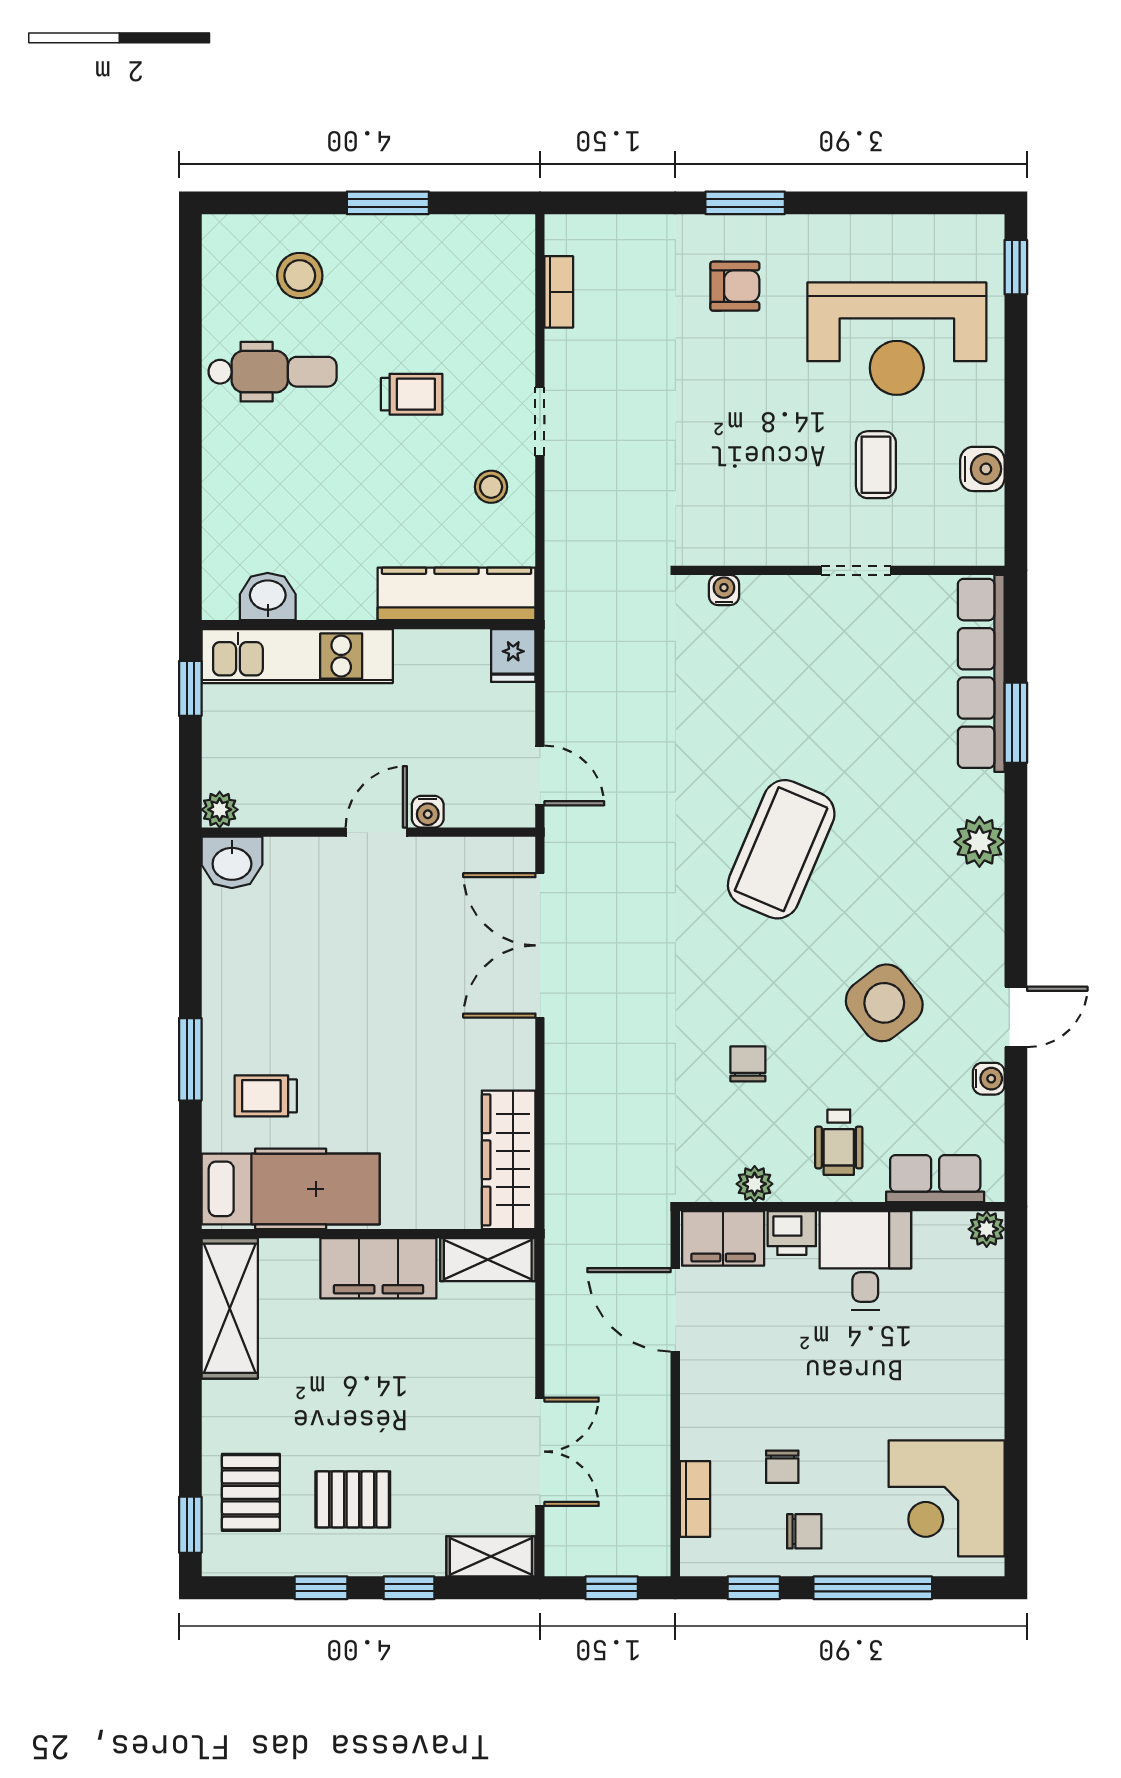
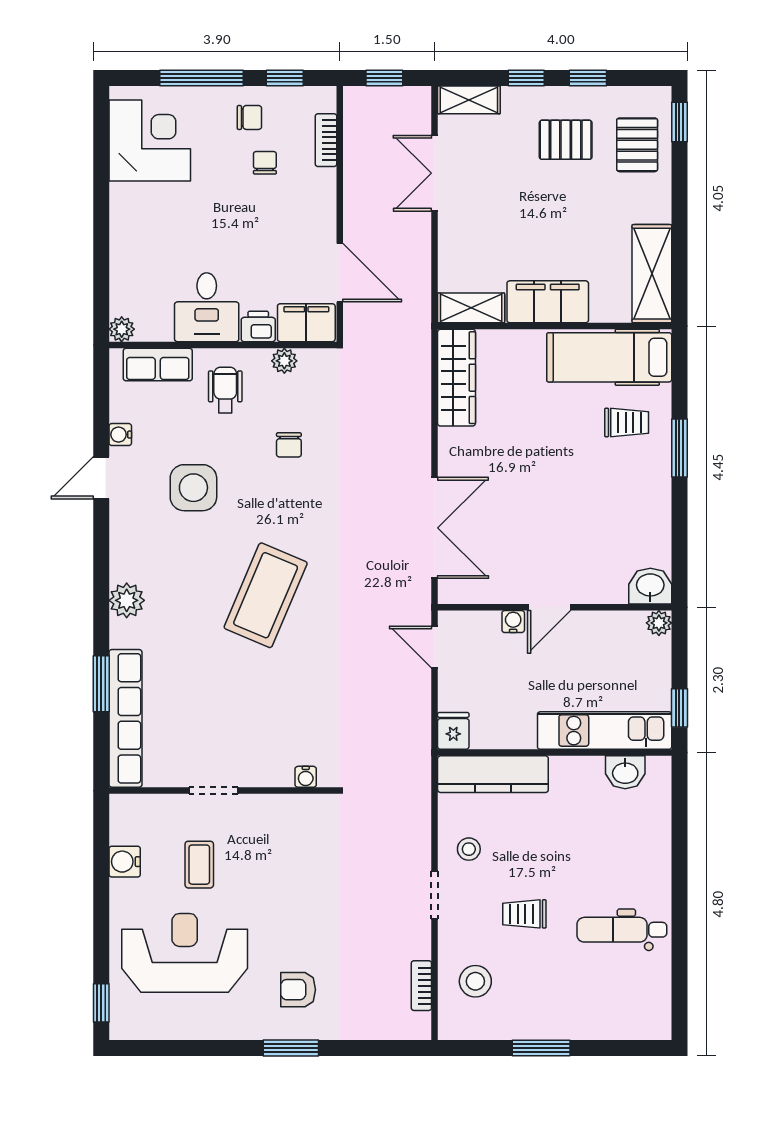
stool: (300, 276) -> (475, 981), moved
side table: (884, 1003) -> (193, 488), turned 38
chair: (804, 1531) -> (249, 117), turned 180

